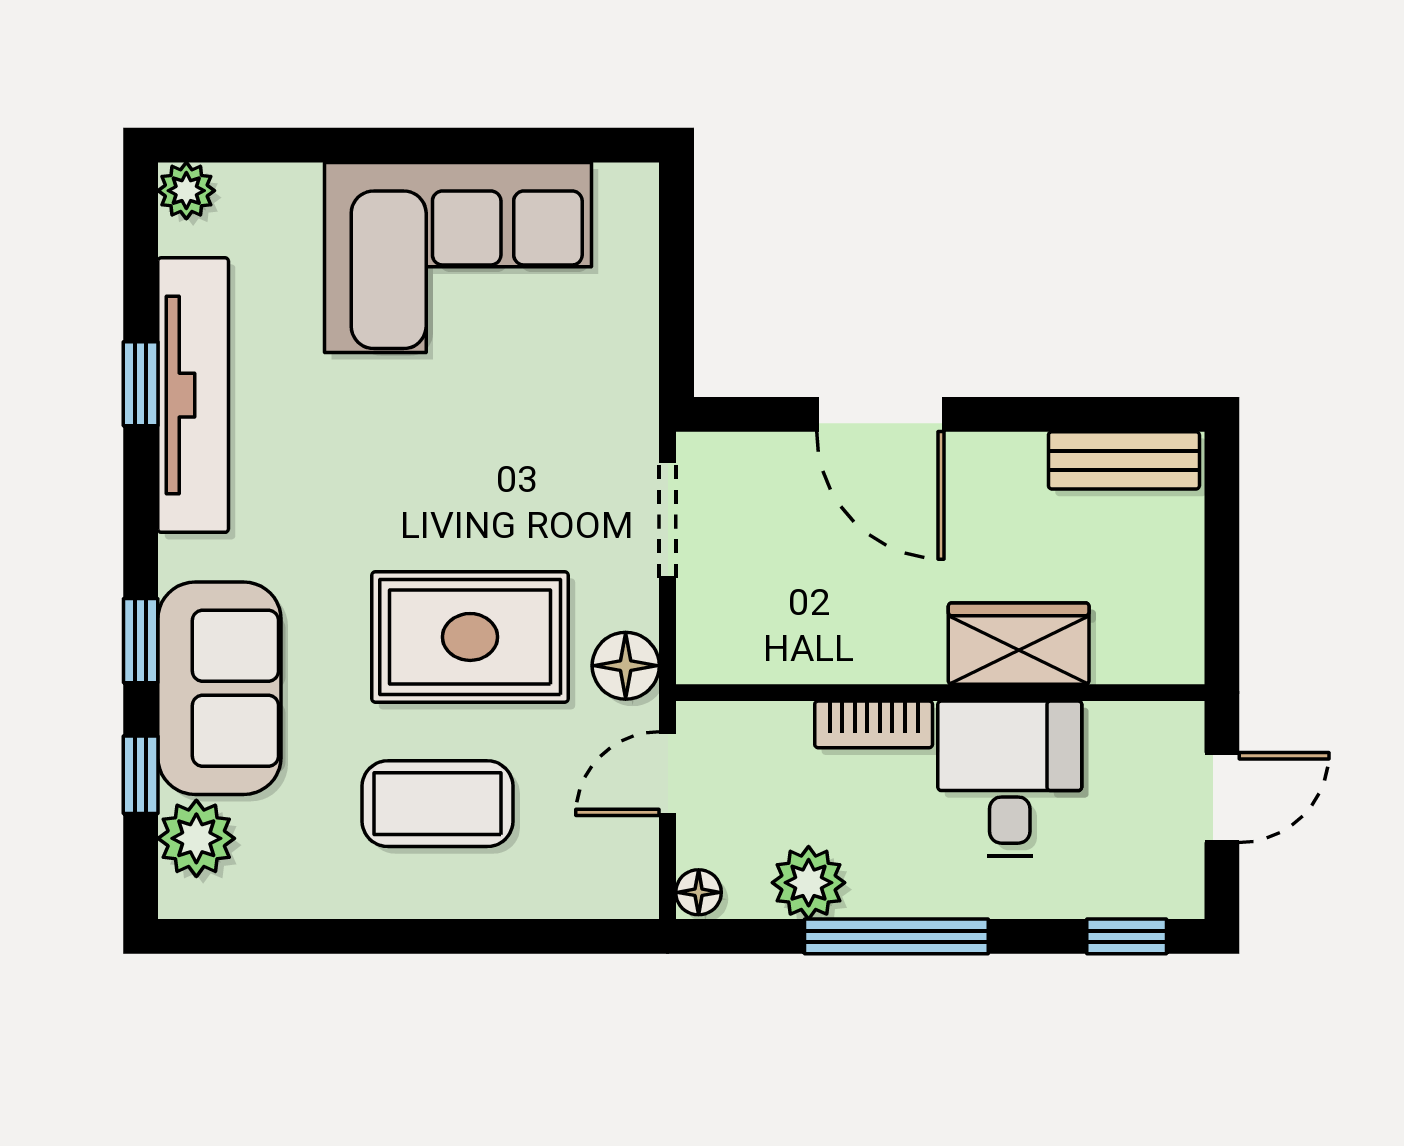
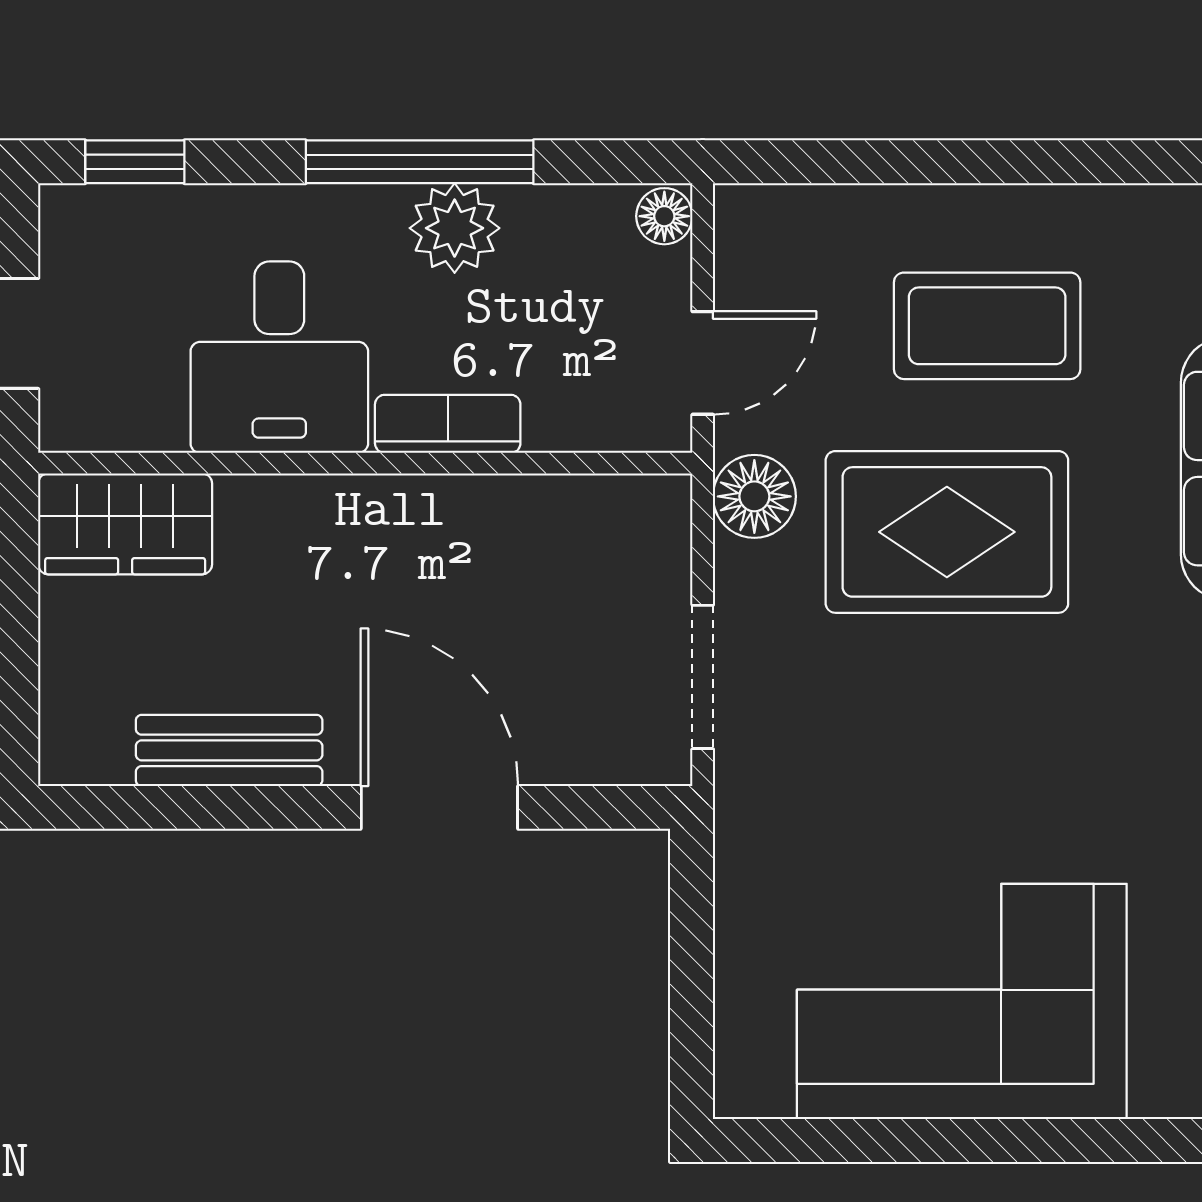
bench: (1124, 460) -> (229, 750), moved
wardrobe: (1019, 644) -> (125, 524), moved
plant: (809, 883) -> (455, 228), moved

